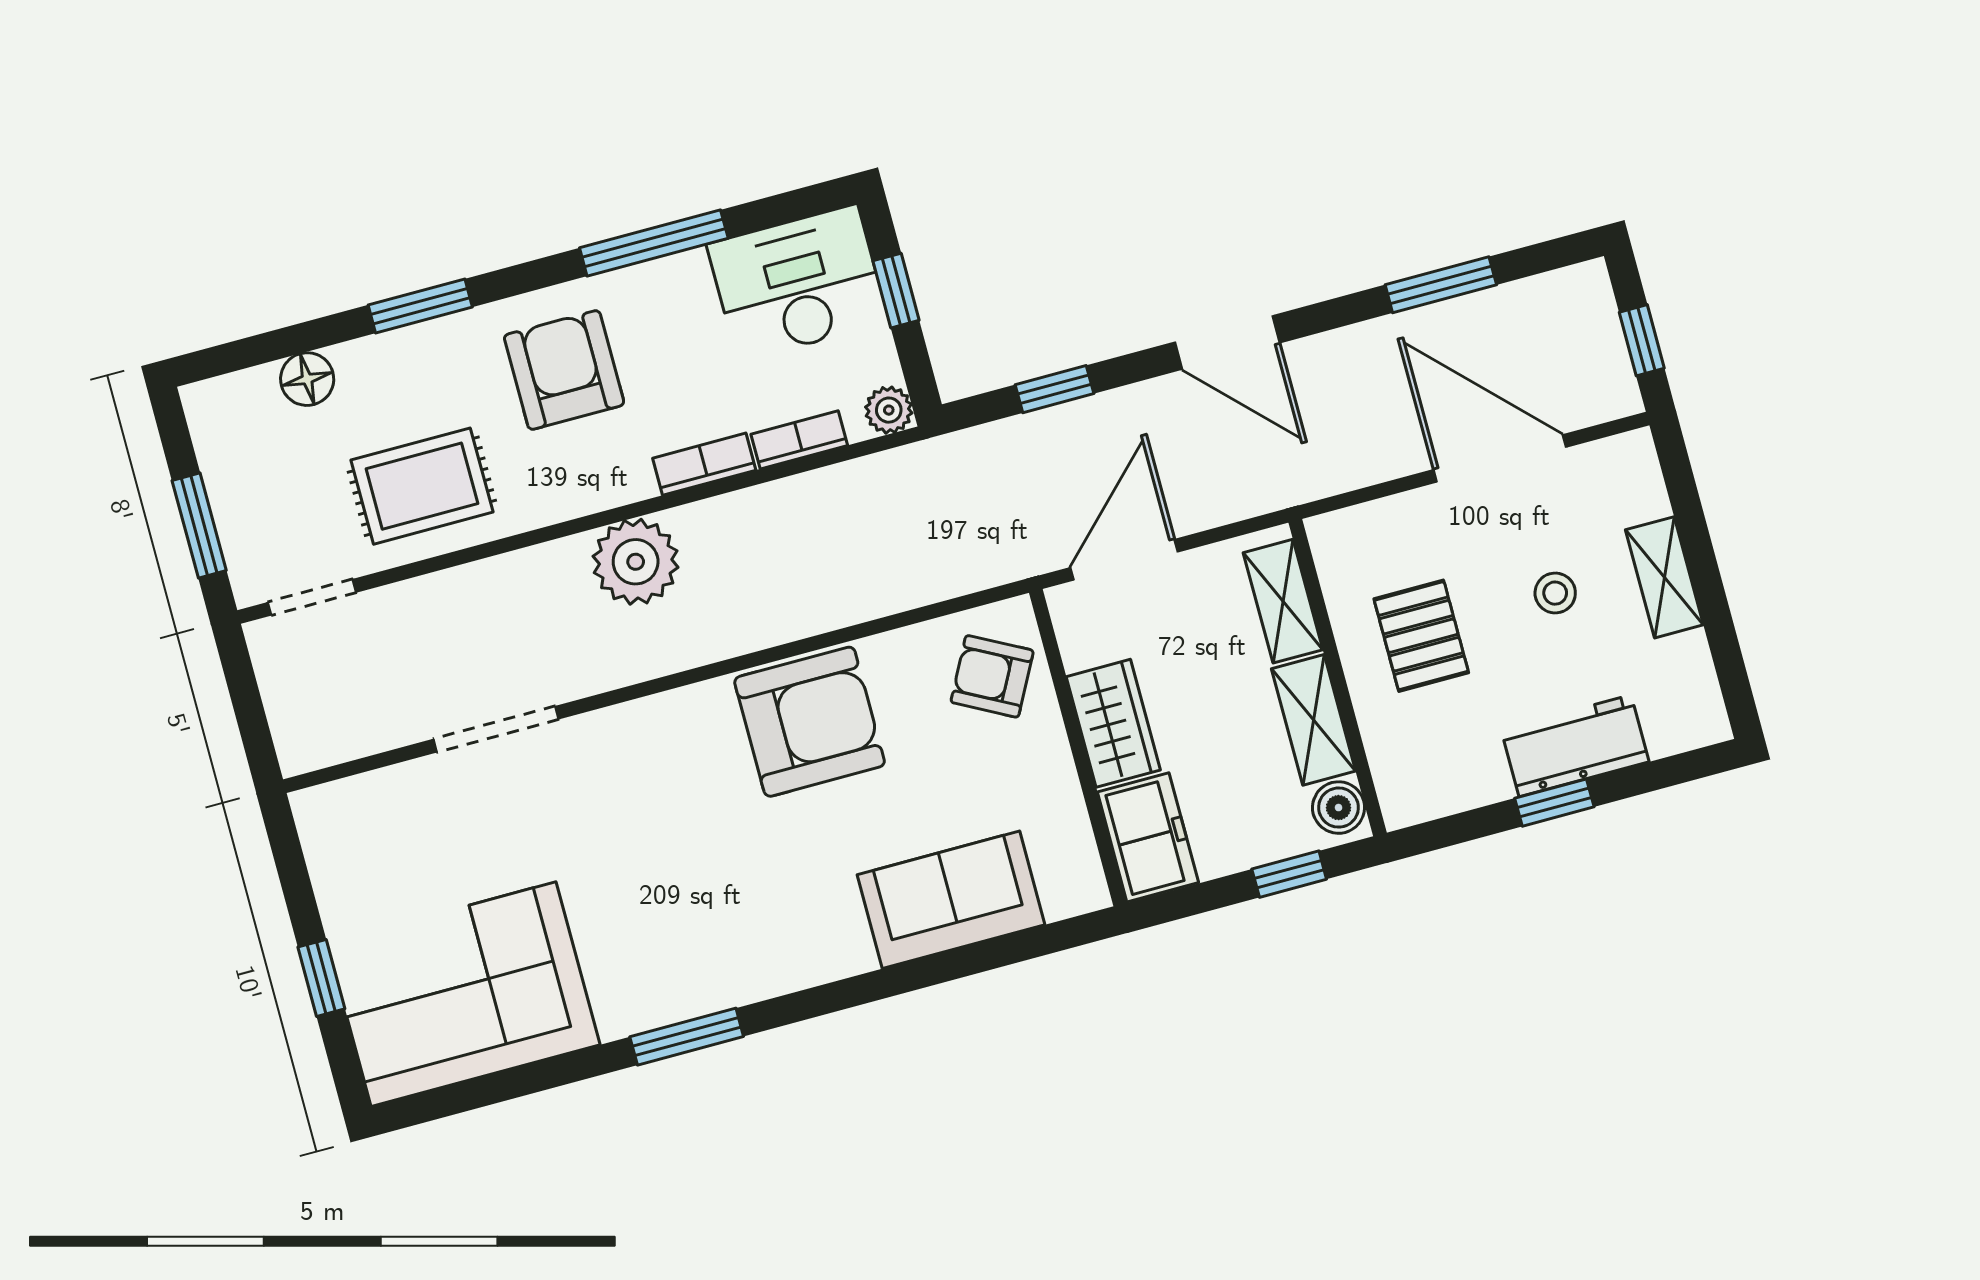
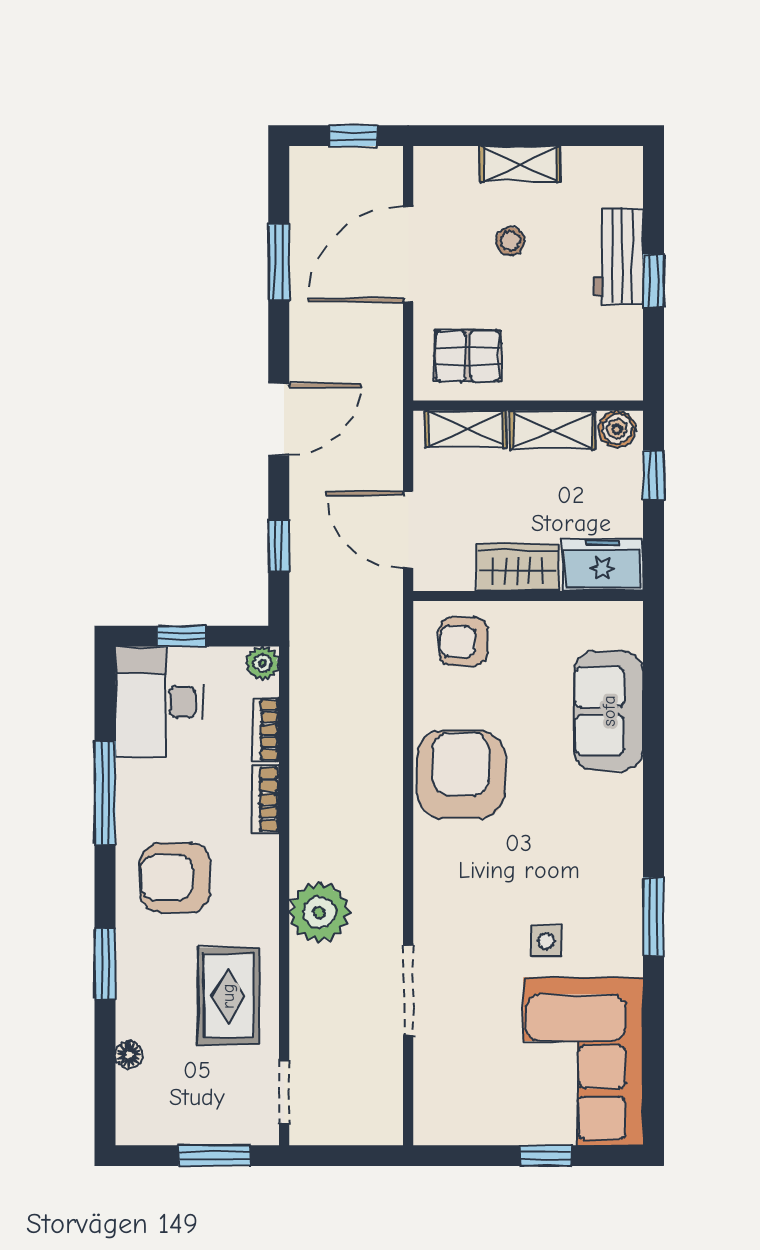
floor lamp: (307, 379) -> (129, 1055), width x0.73, depth x0.73
plant: (636, 562) -> (319, 912), moved
pallet: (1421, 636) -> (468, 356), moved
armchair: (992, 676) -> (464, 642), turned 62
side table: (614, 900) -> (547, 941), added

